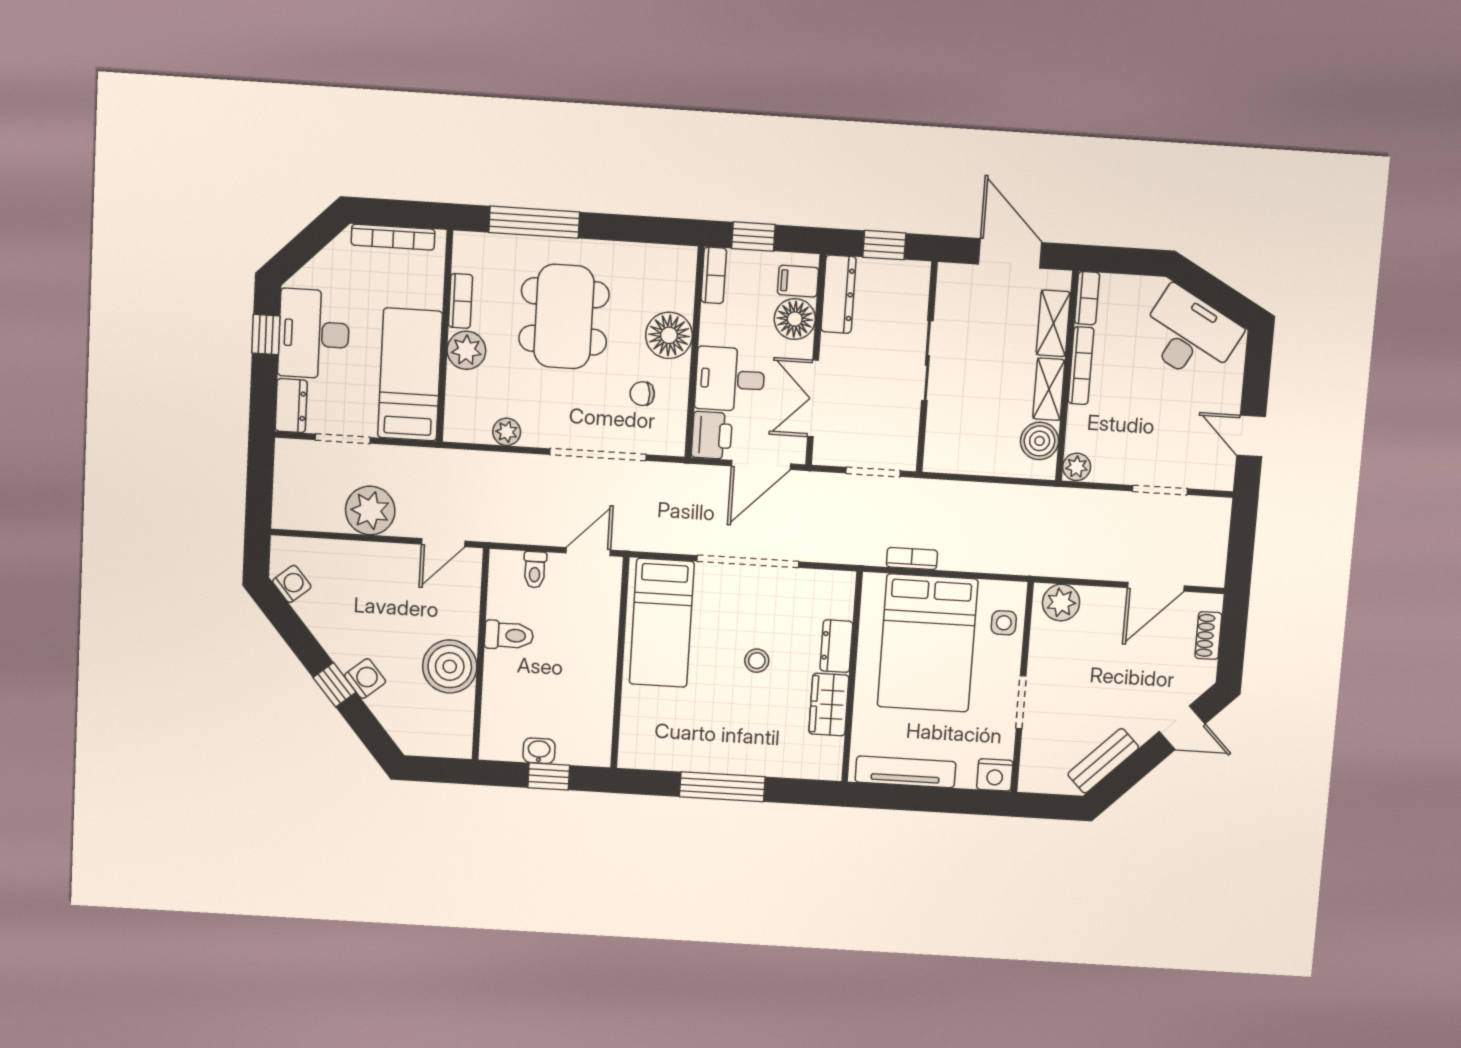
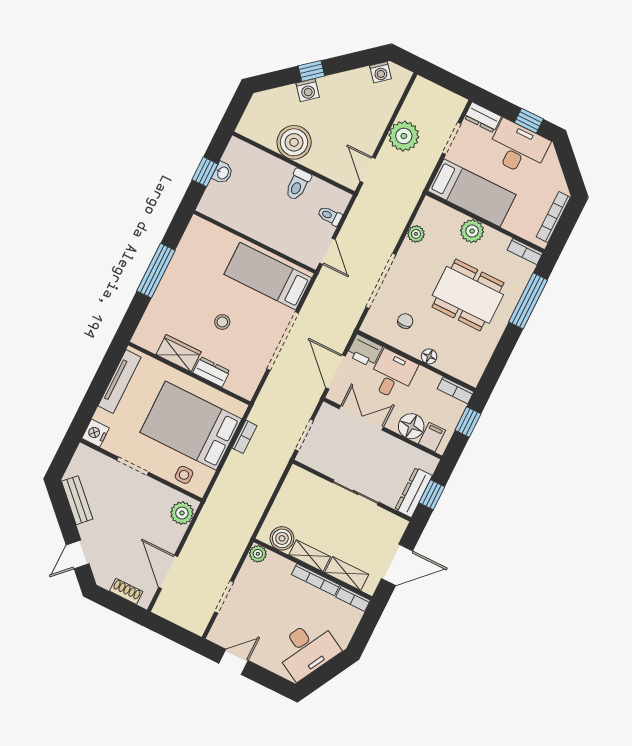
dresser: (839, 294) -> (414, 492), moved, turned 90
bookcase: (461, 301) -> (525, 251), moved
floor lamp: (669, 335) -> (429, 356), width x0.53, depth x0.53

